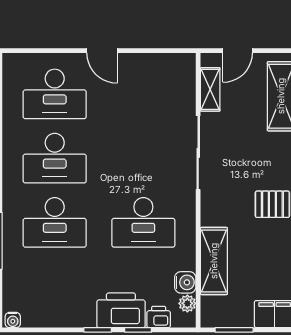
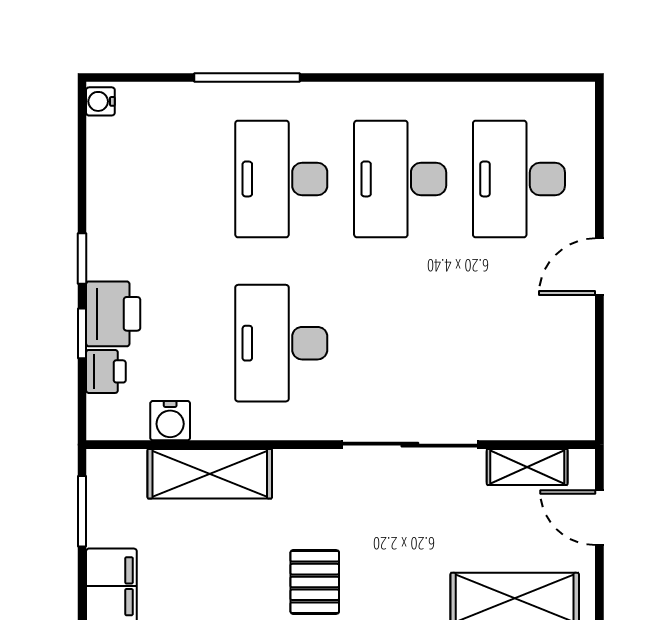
plant: (187, 303) -> (131, 425), removed
printer: (121, 310) -> (113, 314), width x0.73, depth x0.84

